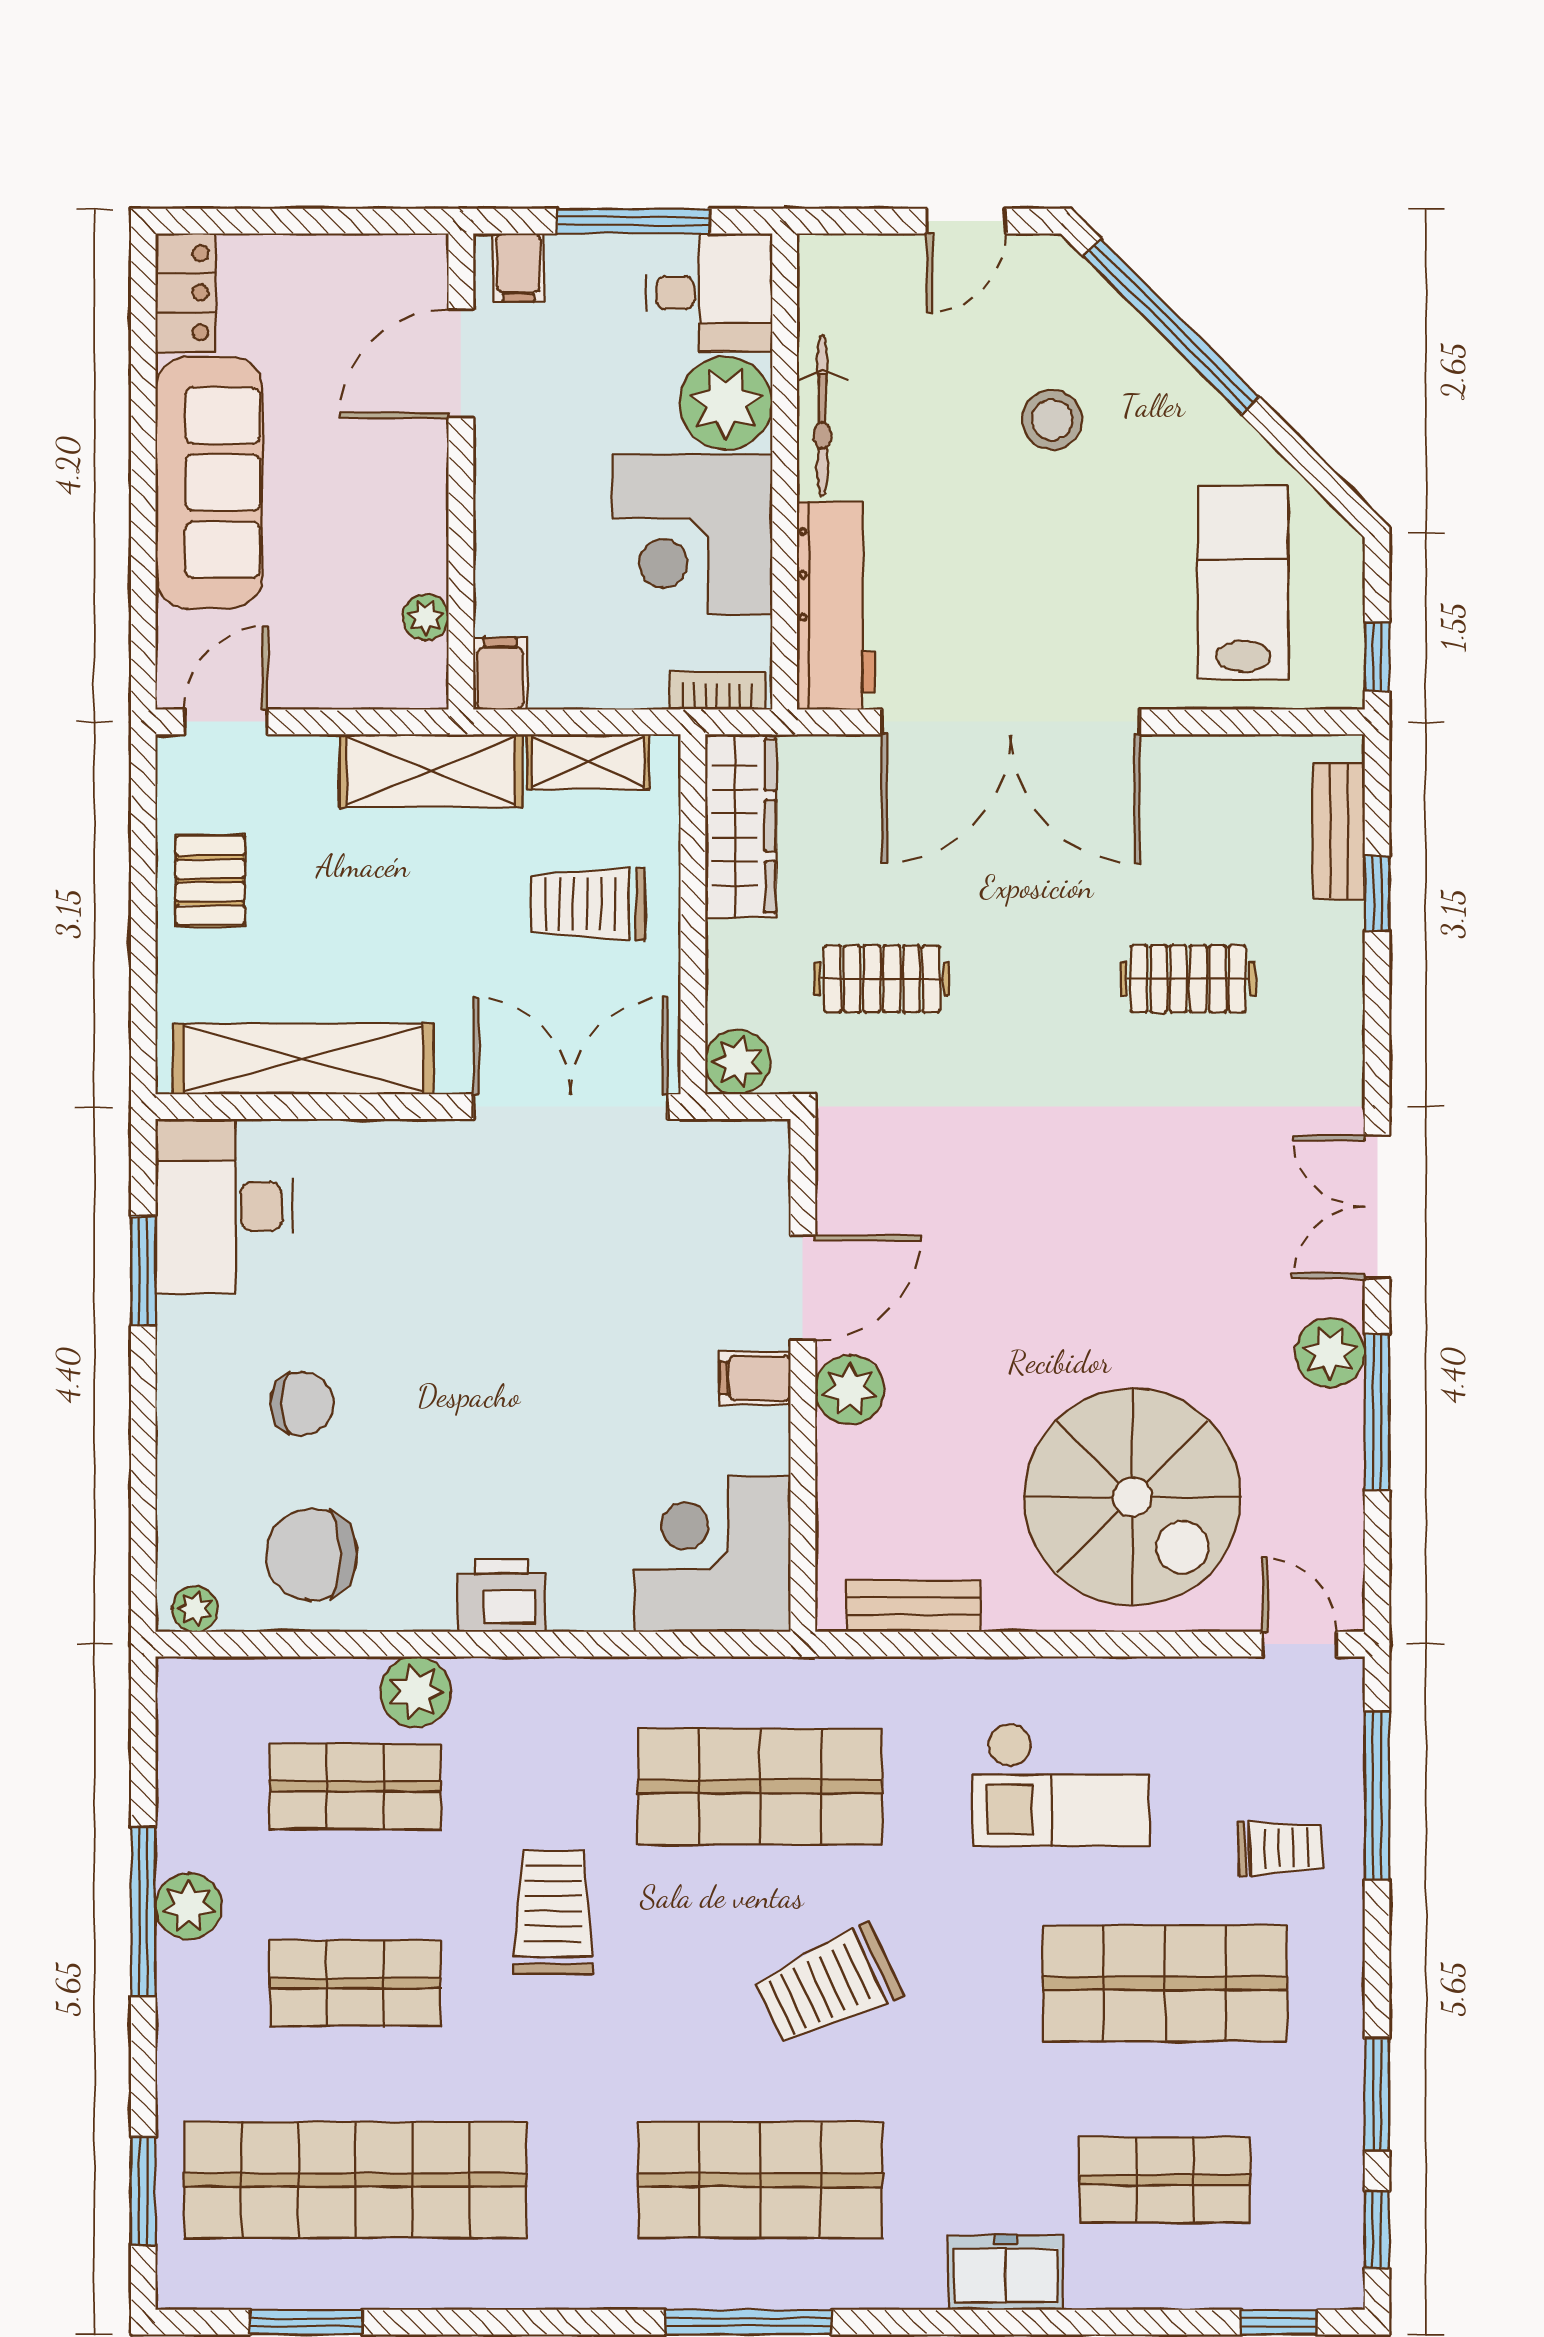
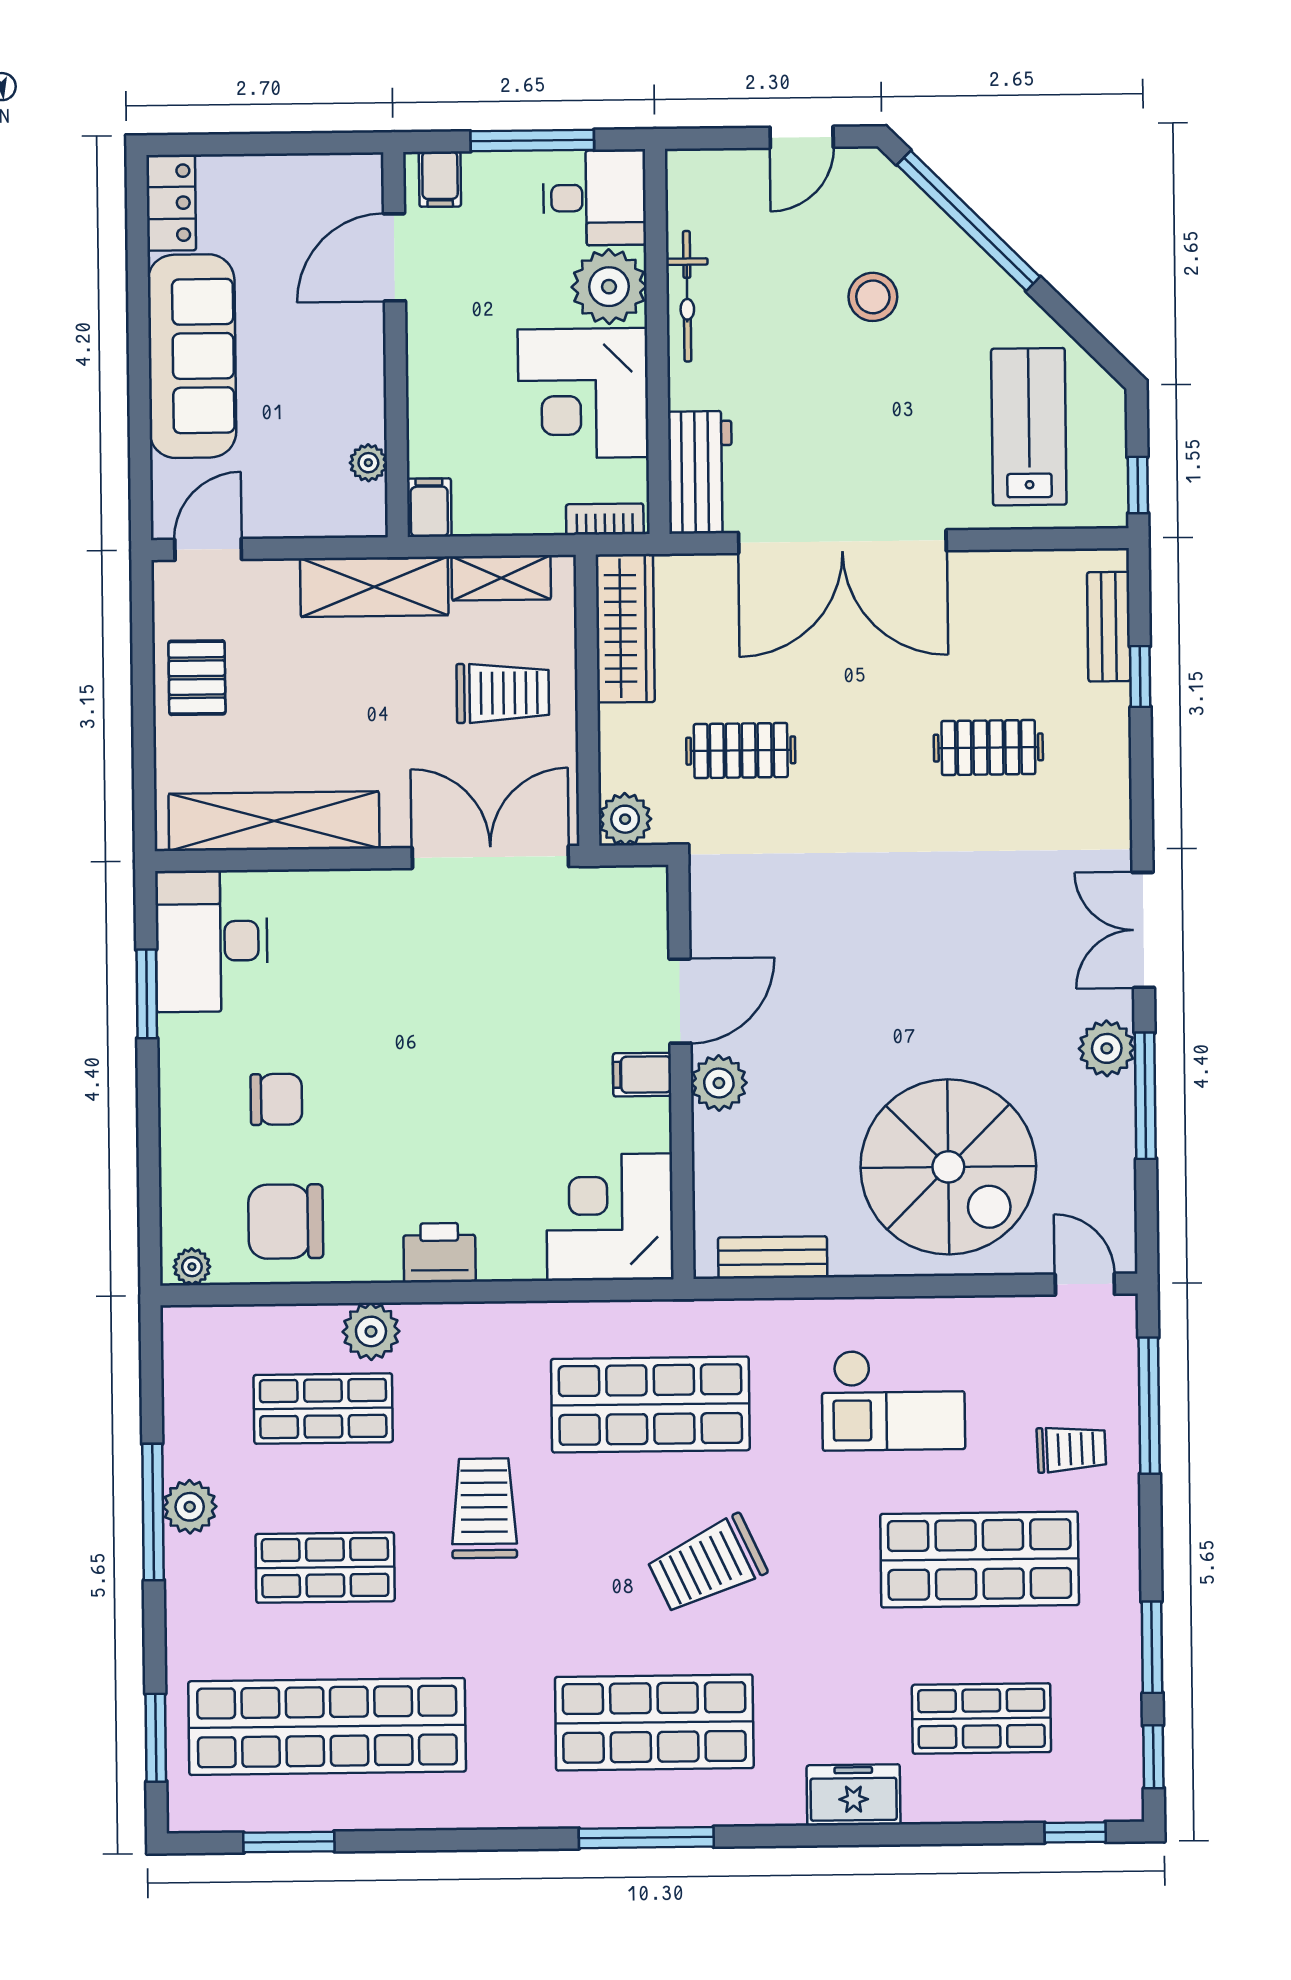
workbench: (836, 606) -> (700, 472), width x0.73
trolley: (588, 904) -> (503, 693), turned 180

